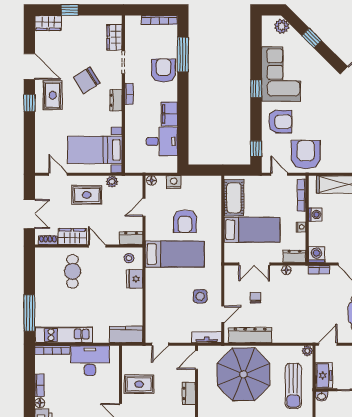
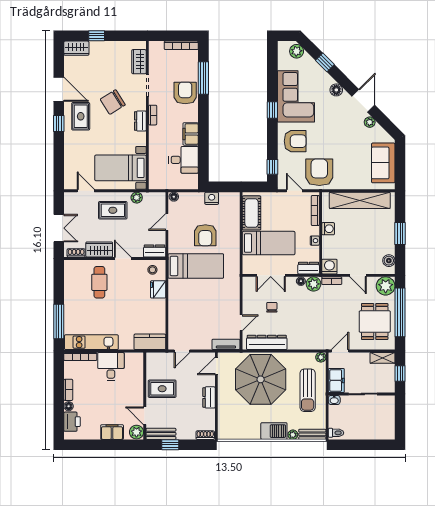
floor lamp: (324, 67) -> (336, 90), added
nightstand: (174, 182) -> (212, 198), moved
plant: (300, 273) -> (314, 284), added
side table: (200, 296) -> (220, 306), removed
desk: (90, 361) -> (111, 366), width x0.73

